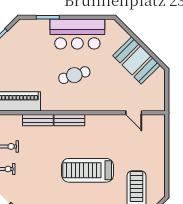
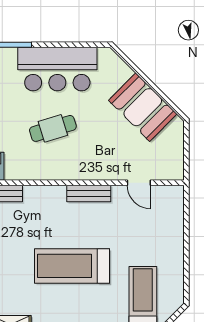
bench: (69, 120) -> (89, 193), moved

